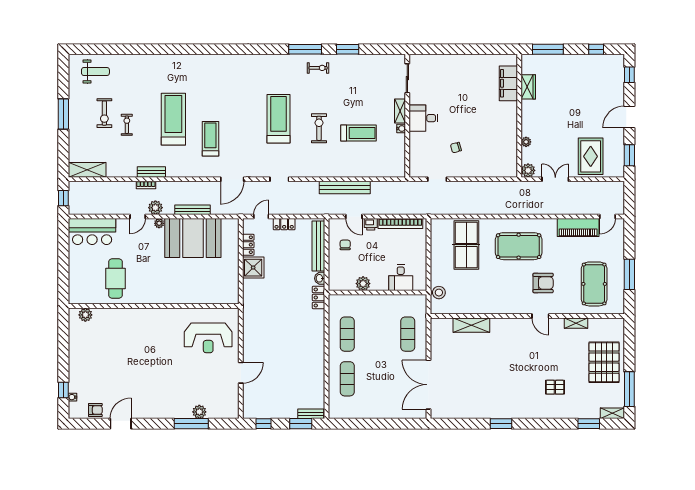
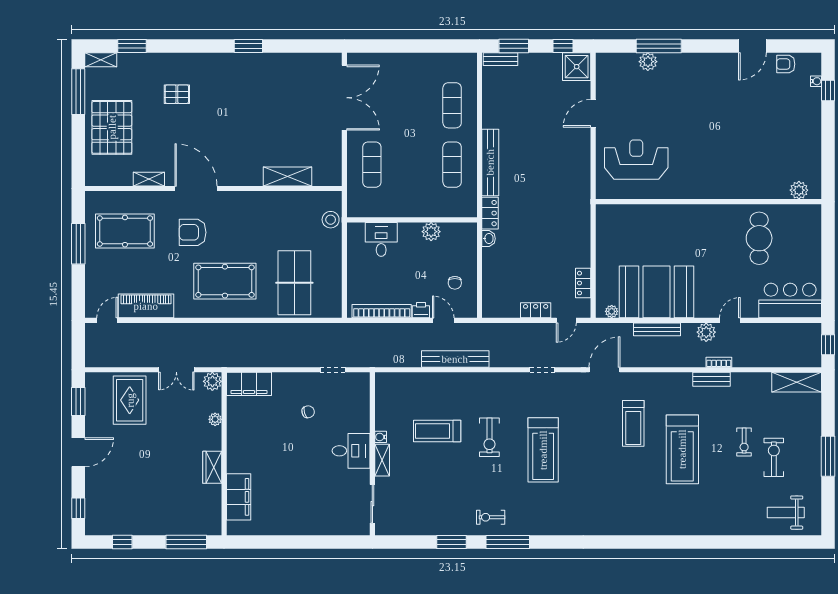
wardrobe: (528, 87) -> (212, 467), moved
filing cabinet: (500, 169) -> (249, 384), added
plant: (159, 223) -> (612, 311), moved
bench: (318, 246) -> (490, 162), moved
shower: (253, 268) -> (577, 67), moved
pool table: (594, 284) -> (125, 231), turned 90
door: (540, 316) -> (196, 189), width x1.87

